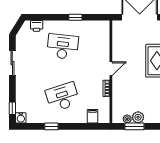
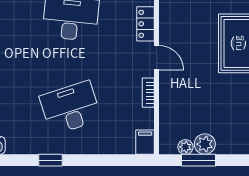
locker: (105, 50) -> (146, 24), added
door: (111, 69) -> (157, 58), hinge flipped
filing cabinet: (93, 116) -> (145, 142), moved

